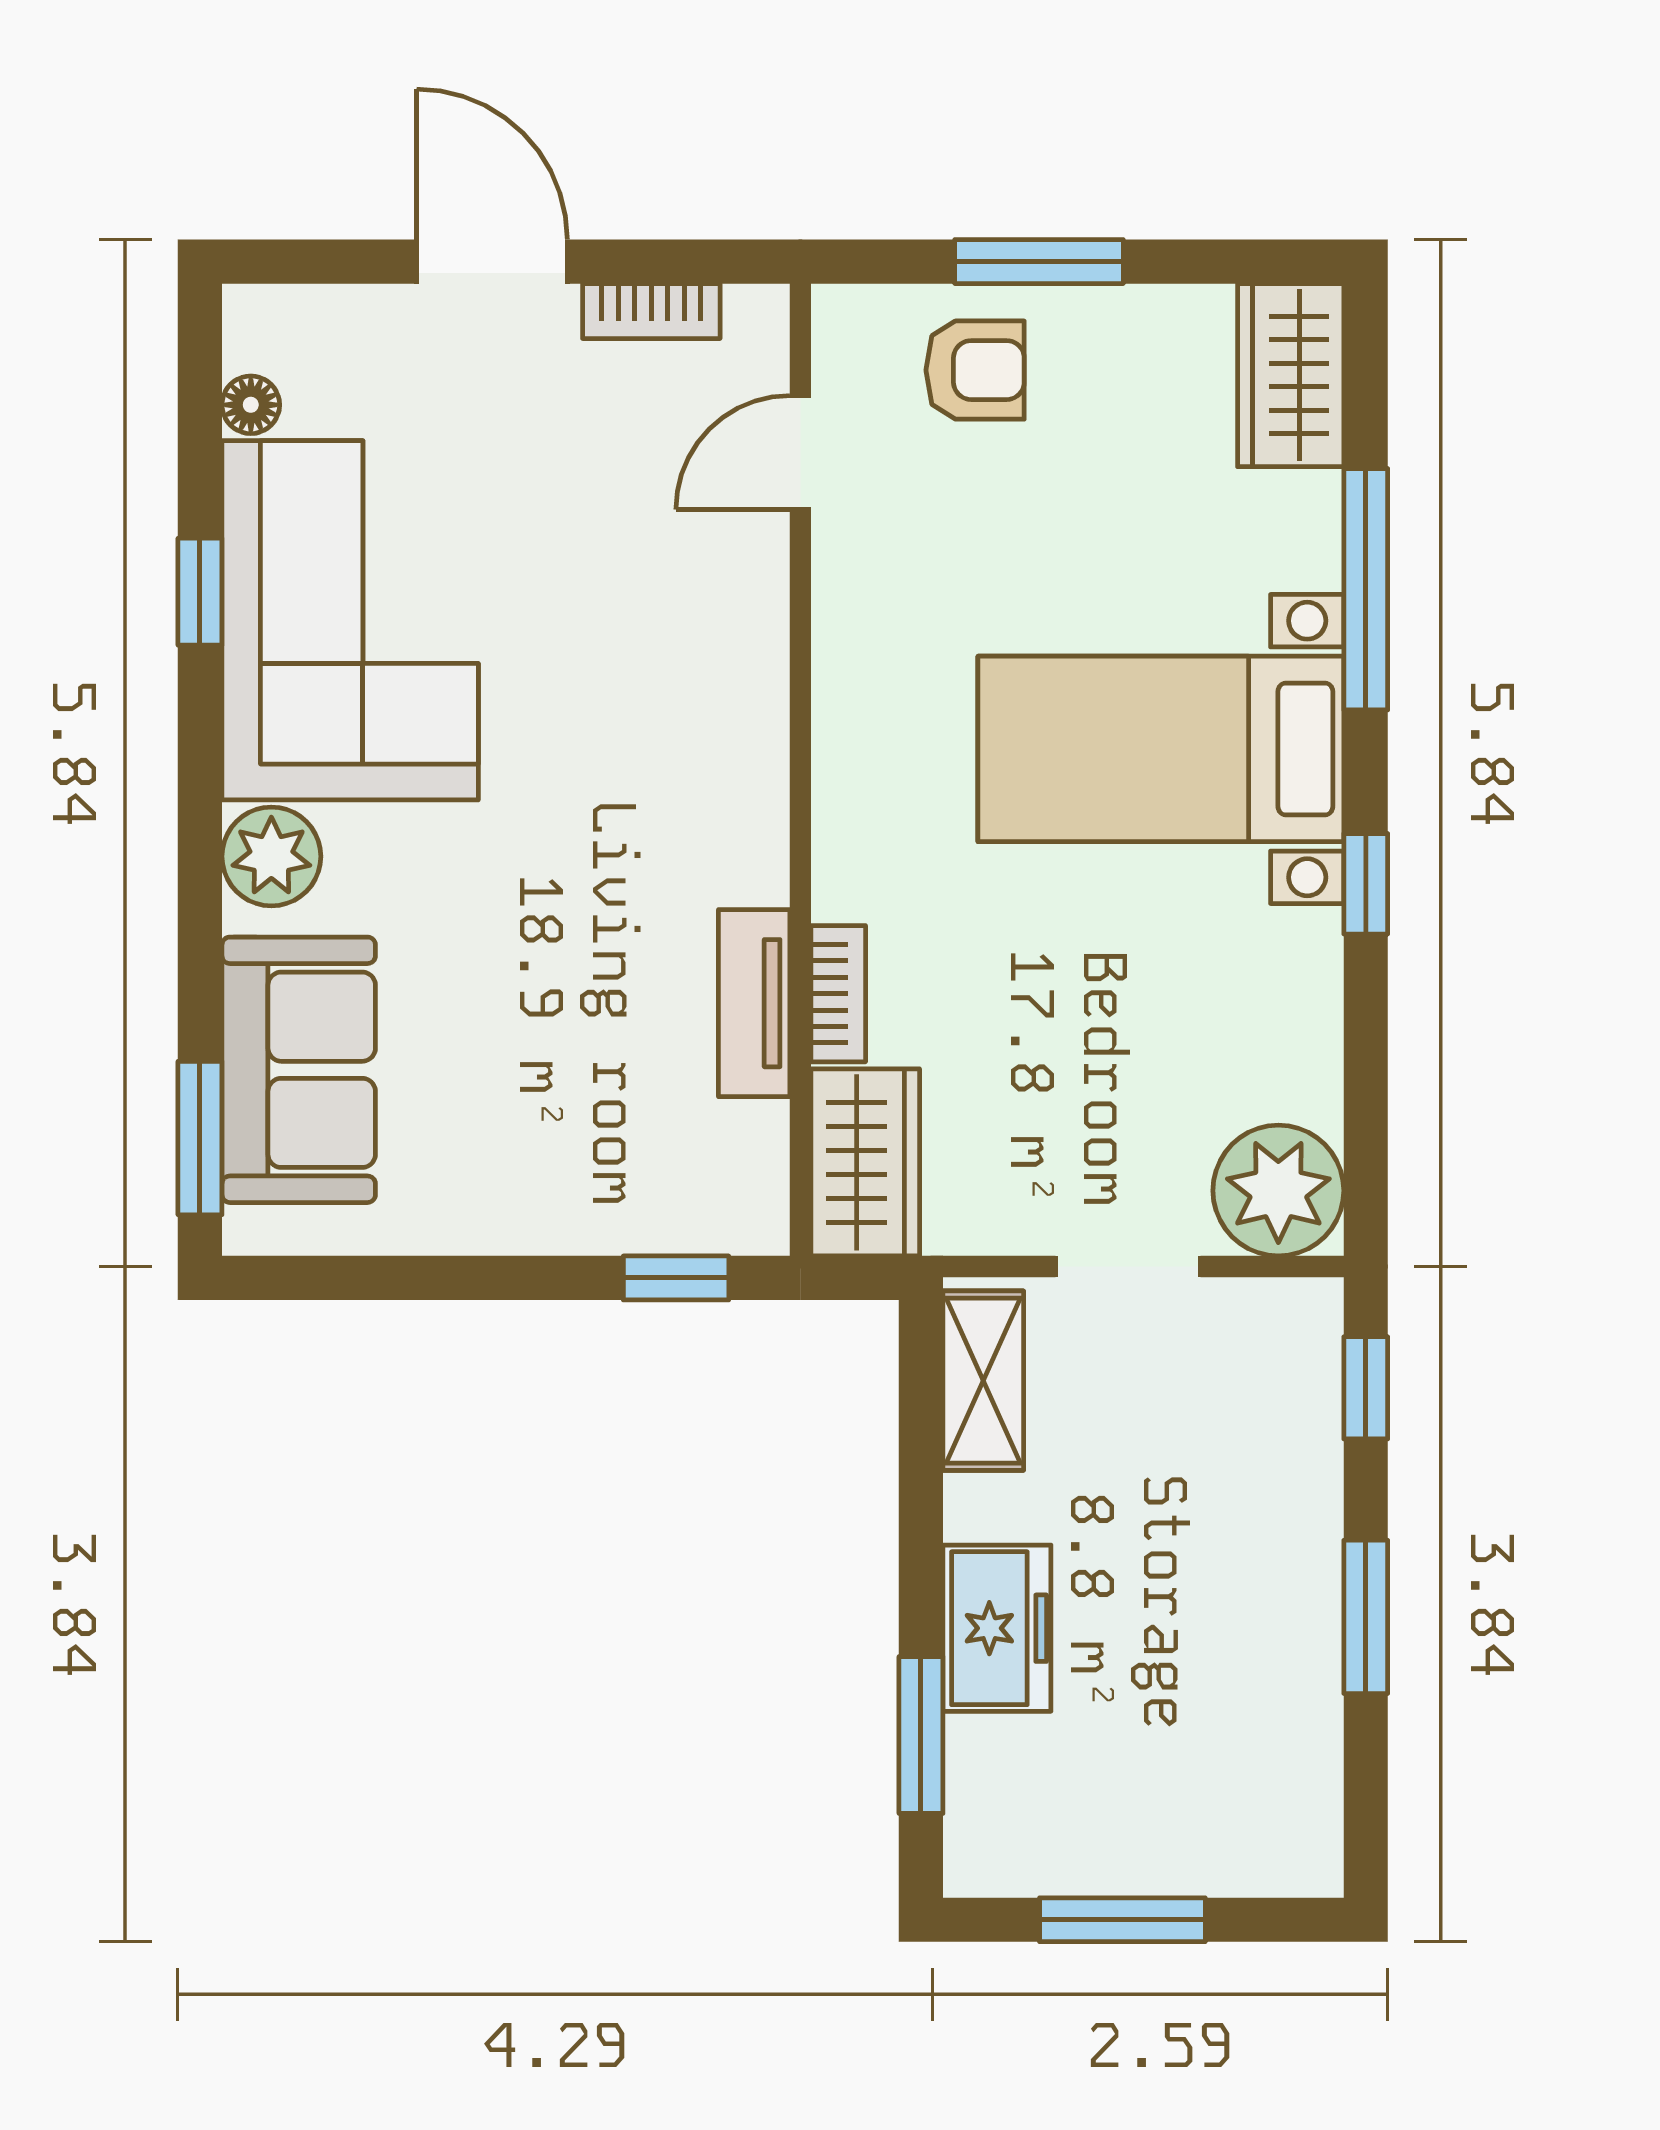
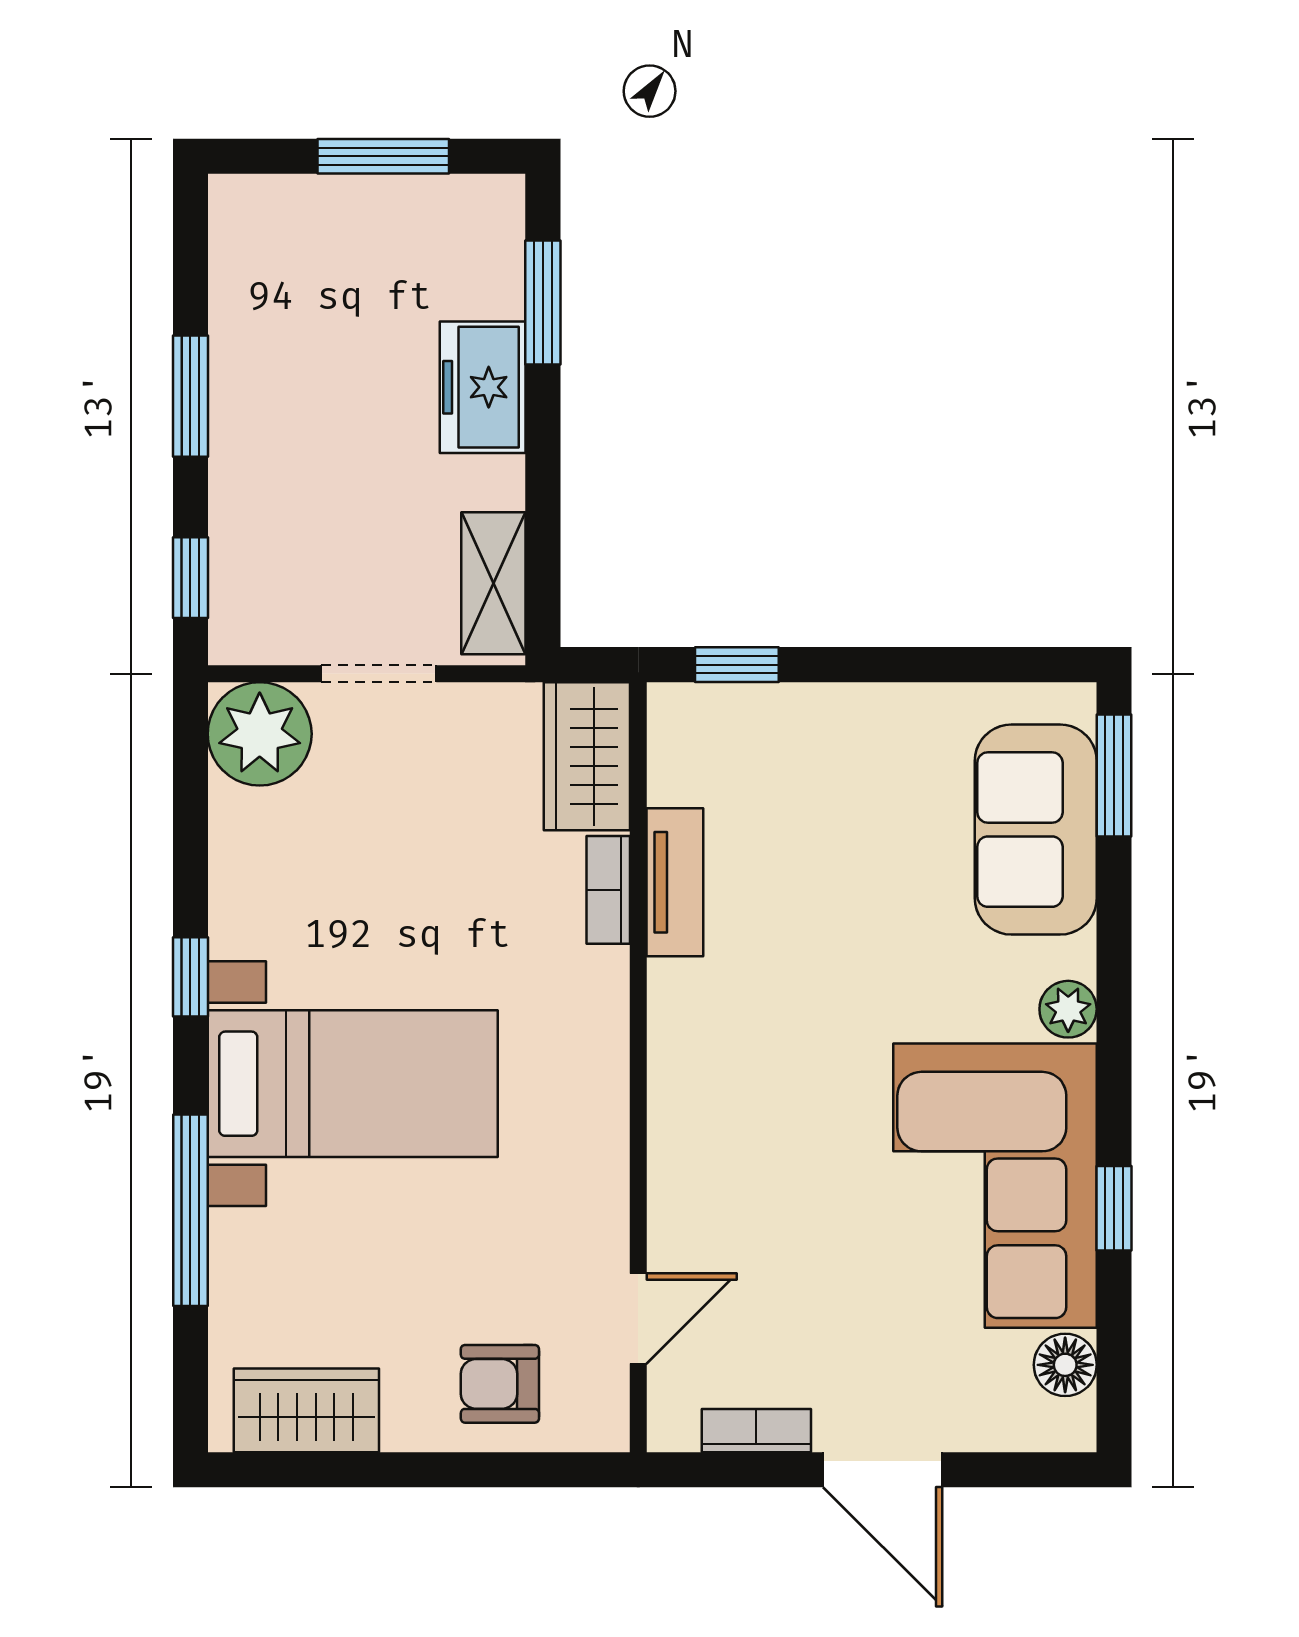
window: (1039, 262) -> (449, 1470), removed
wardrobe: (1291, 375) -> (306, 1410), moved, turned -90
floor lamp: (251, 405) -> (1065, 1365), width x1.37, depth x1.37
plant: (271, 856) -> (1068, 1009), width x0.73, depth x0.73

